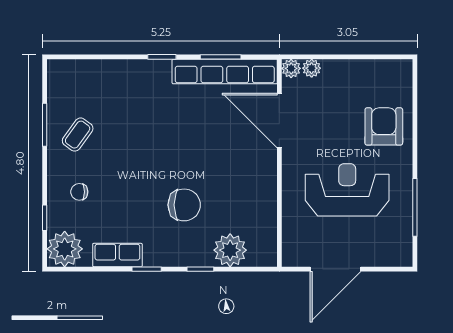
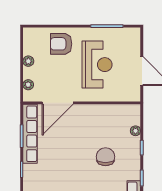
plant: (291, 68) -> (28, 61), moved
reception desk: (347, 190) -> (97, 65), turned 180
plant: (230, 250) -> (135, 131), width x0.53, depth x0.53

